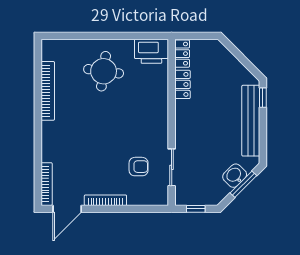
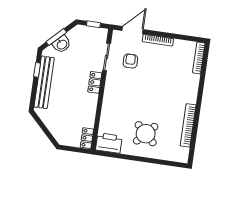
round table: (104, 71) -> (146, 134), turned 35
locker: (182, 84) -> (95, 82), moved
window: (263, 98) -> (37, 70), moved
armchair: (139, 167) -> (130, 61), turned 89
door: (67, 209) -> (133, 30), moved

